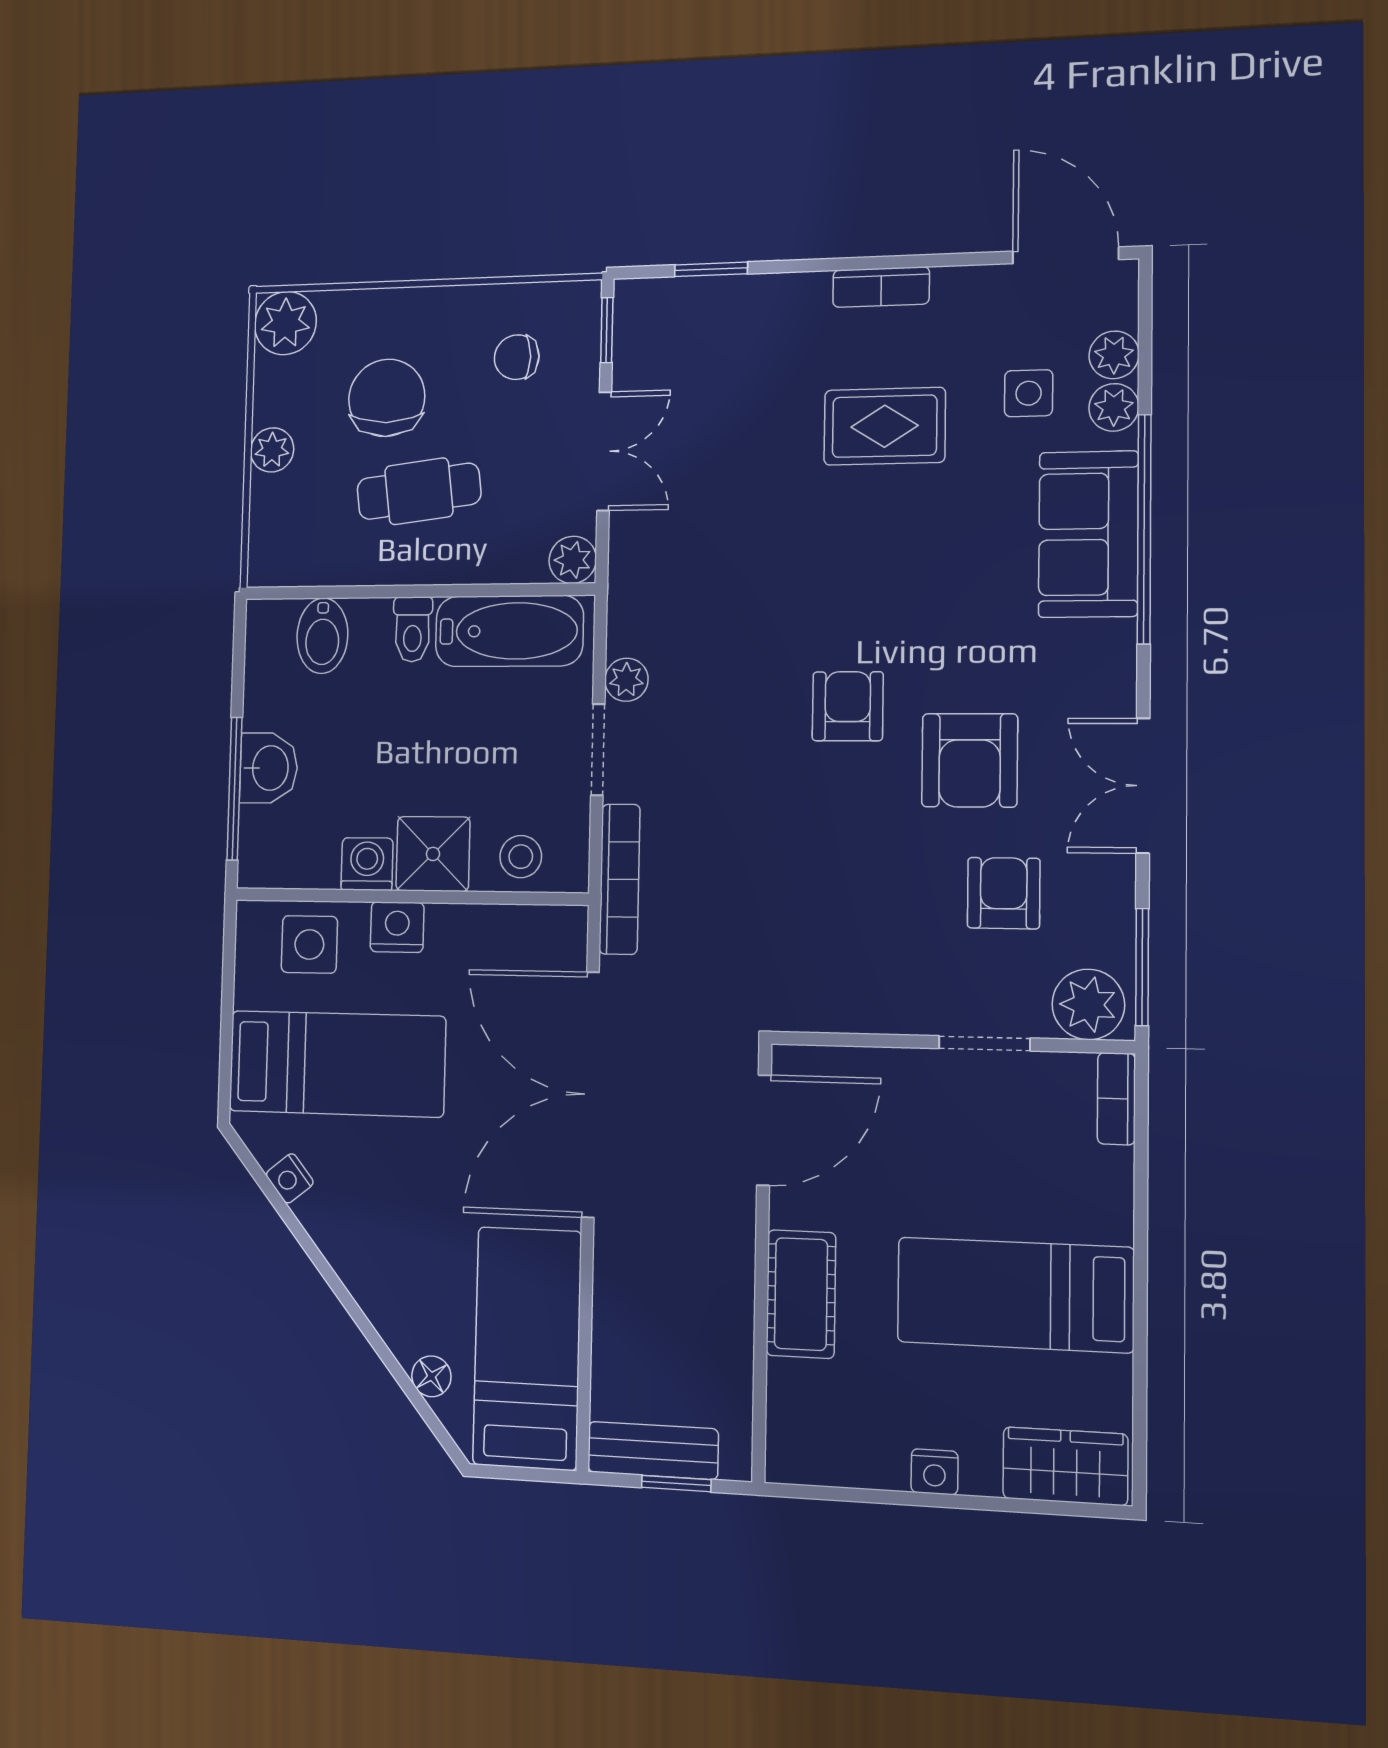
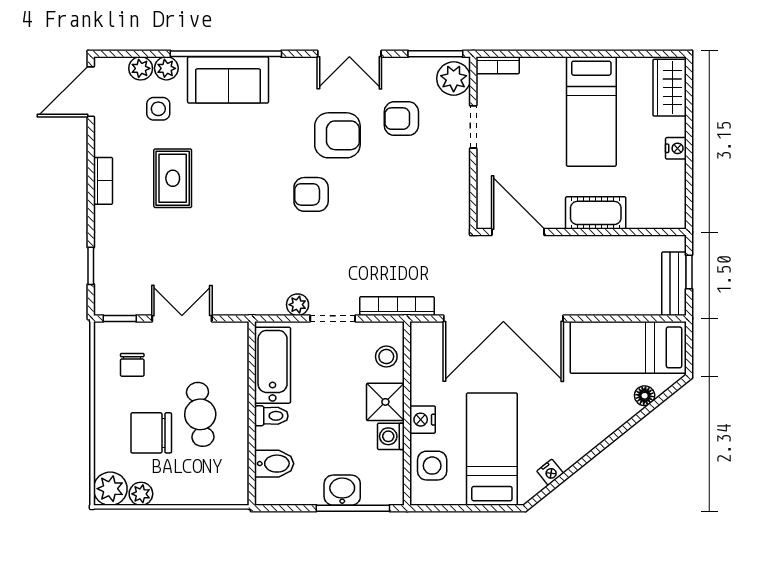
plant: (272, 450) -> (141, 494), moved
plant: (573, 560) -> (237, 333), removed

